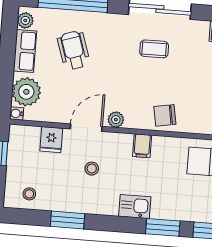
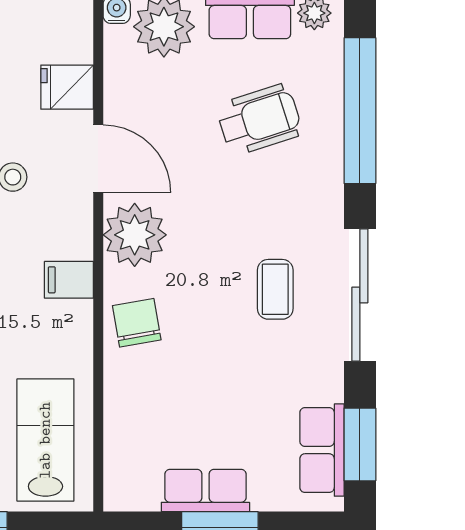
plant: (116, 120) -> (135, 235), width x1.88, depth x1.88

